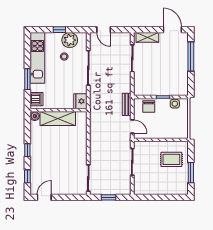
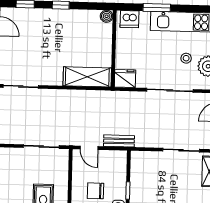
chair: (149, 107) -> (96, 191), moved
shelving: (58, 119) -> (87, 77), moved, turned 90
door: (132, 126) -> (89, 148), hinge flipped

